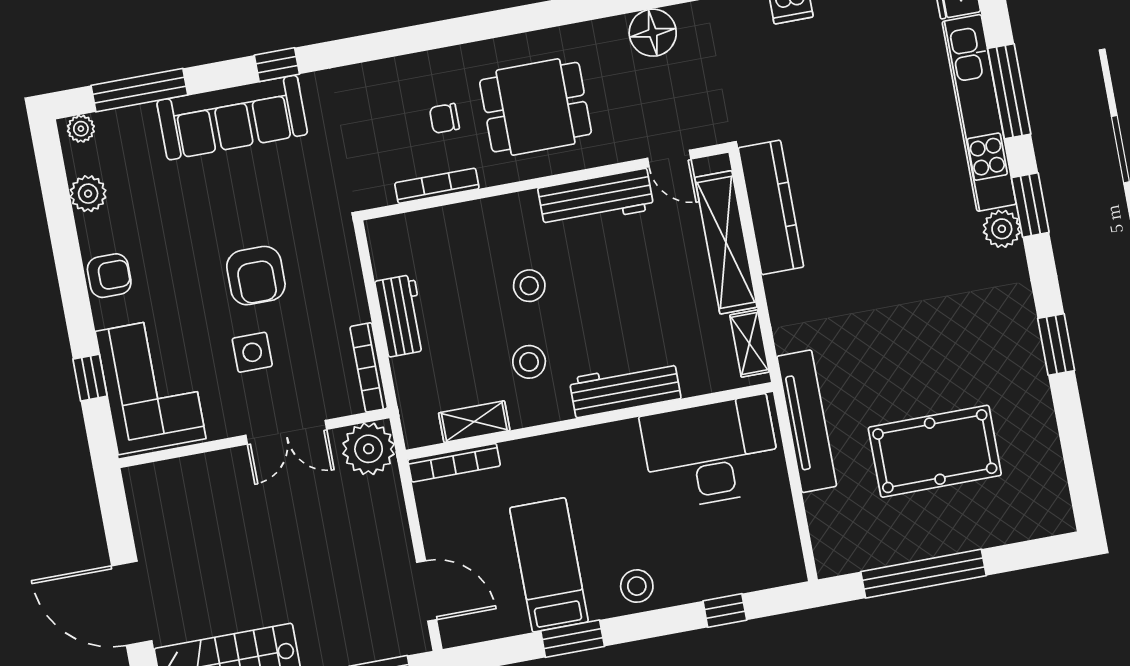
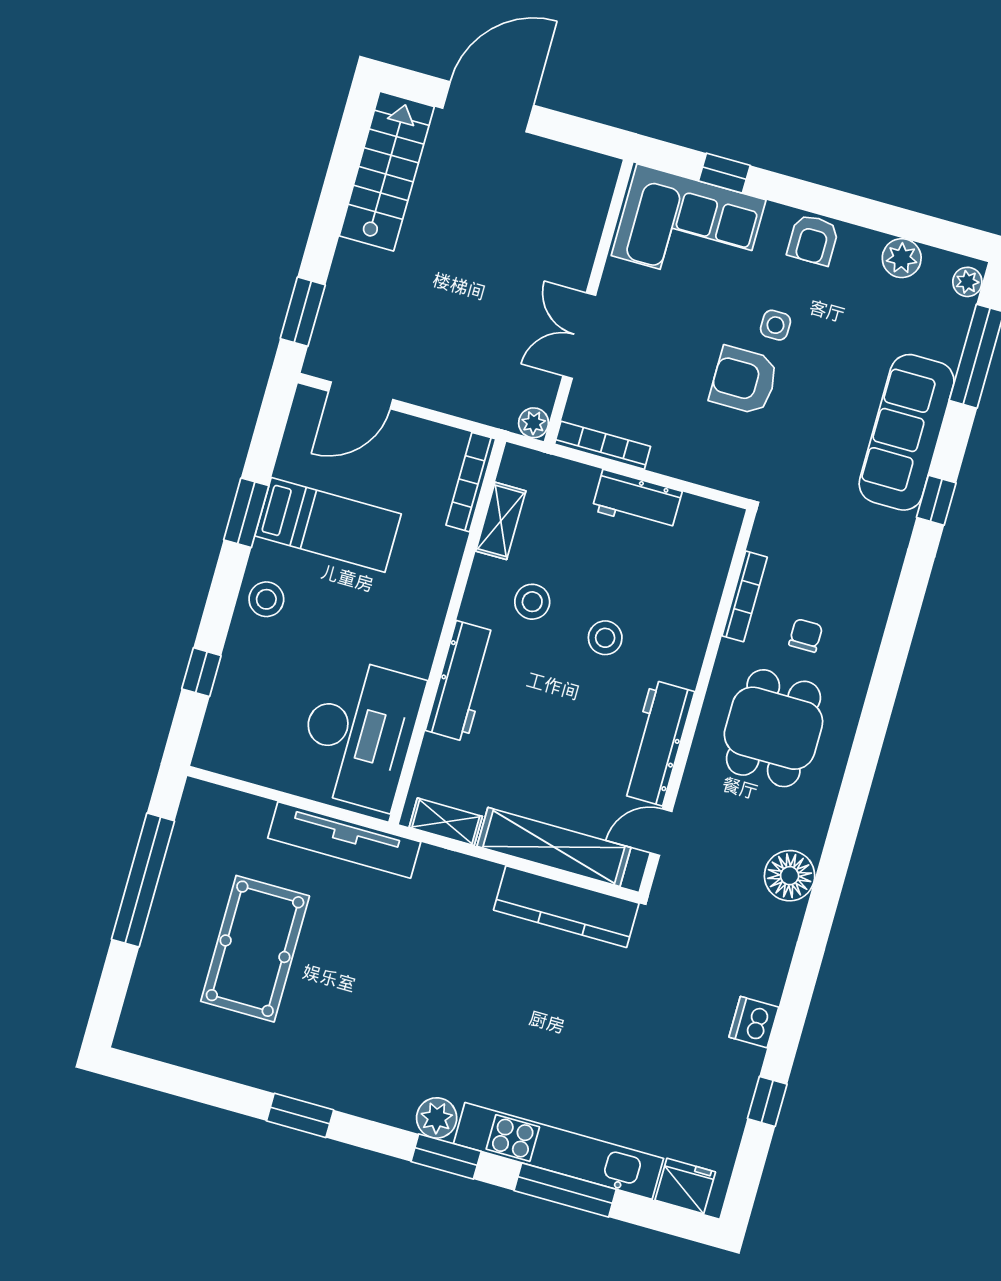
side table: (252, 352) -> (775, 325), moved, width x0.73, depth x0.73
plant: (369, 449) -> (534, 423), width x0.53, depth x0.53

